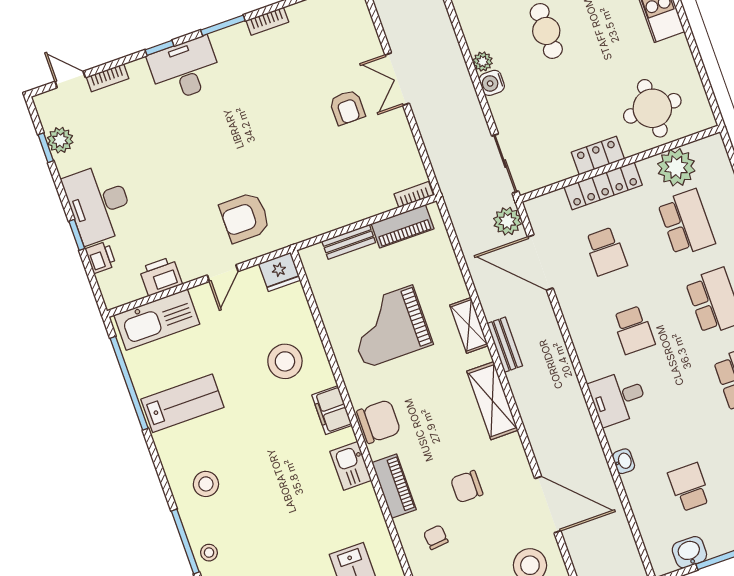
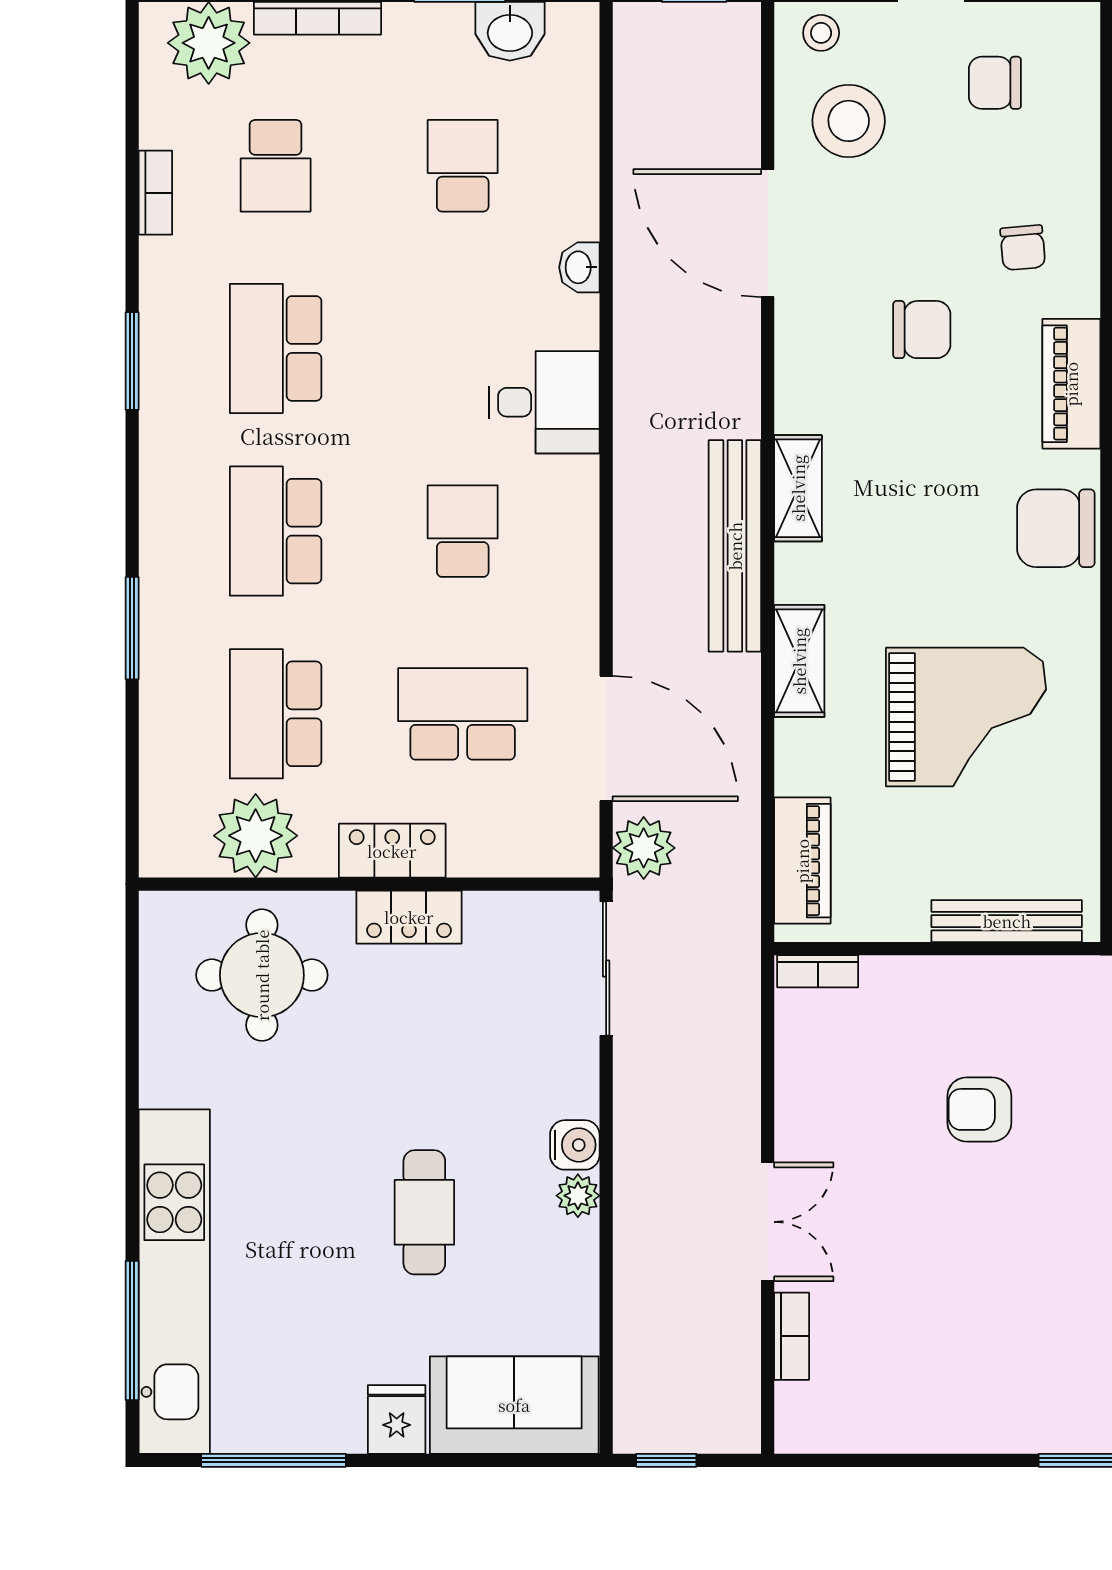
bookcase: (267, 21) -> (792, 1336), moved, turned 90
armchair: (347, 107) -> (979, 1109), moved, turned -90
locker: (603, 186) -> (392, 851), width x0.66
piano: (403, 226) -> (802, 861), moved, turned 90
bench: (349, 242) -> (1007, 921), width x1.36
school desk: (606, 251) -> (463, 714), width x1.85
bench: (505, 345) -> (735, 546), width x1.86, depth x1.21
shelving: (492, 401) -> (798, 488), width x0.67, depth x0.75
school desk: (689, 487) -> (463, 166), turned 180

